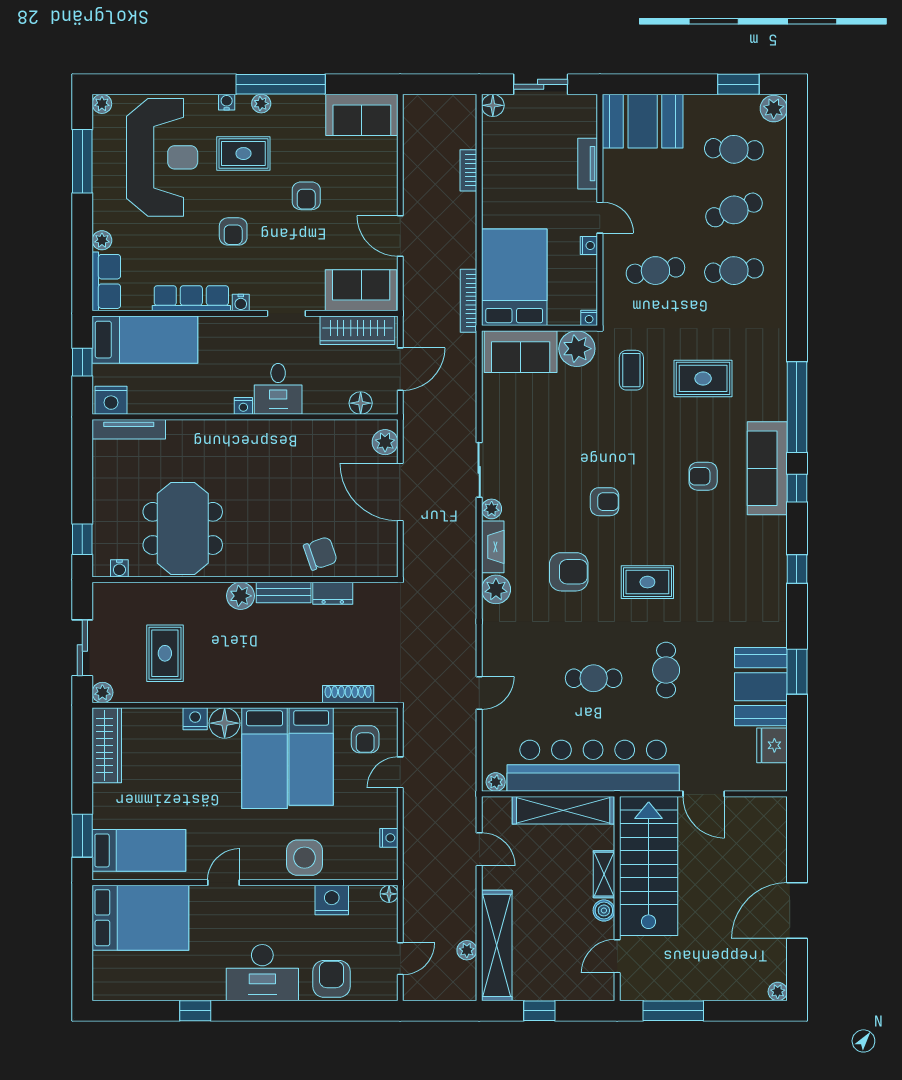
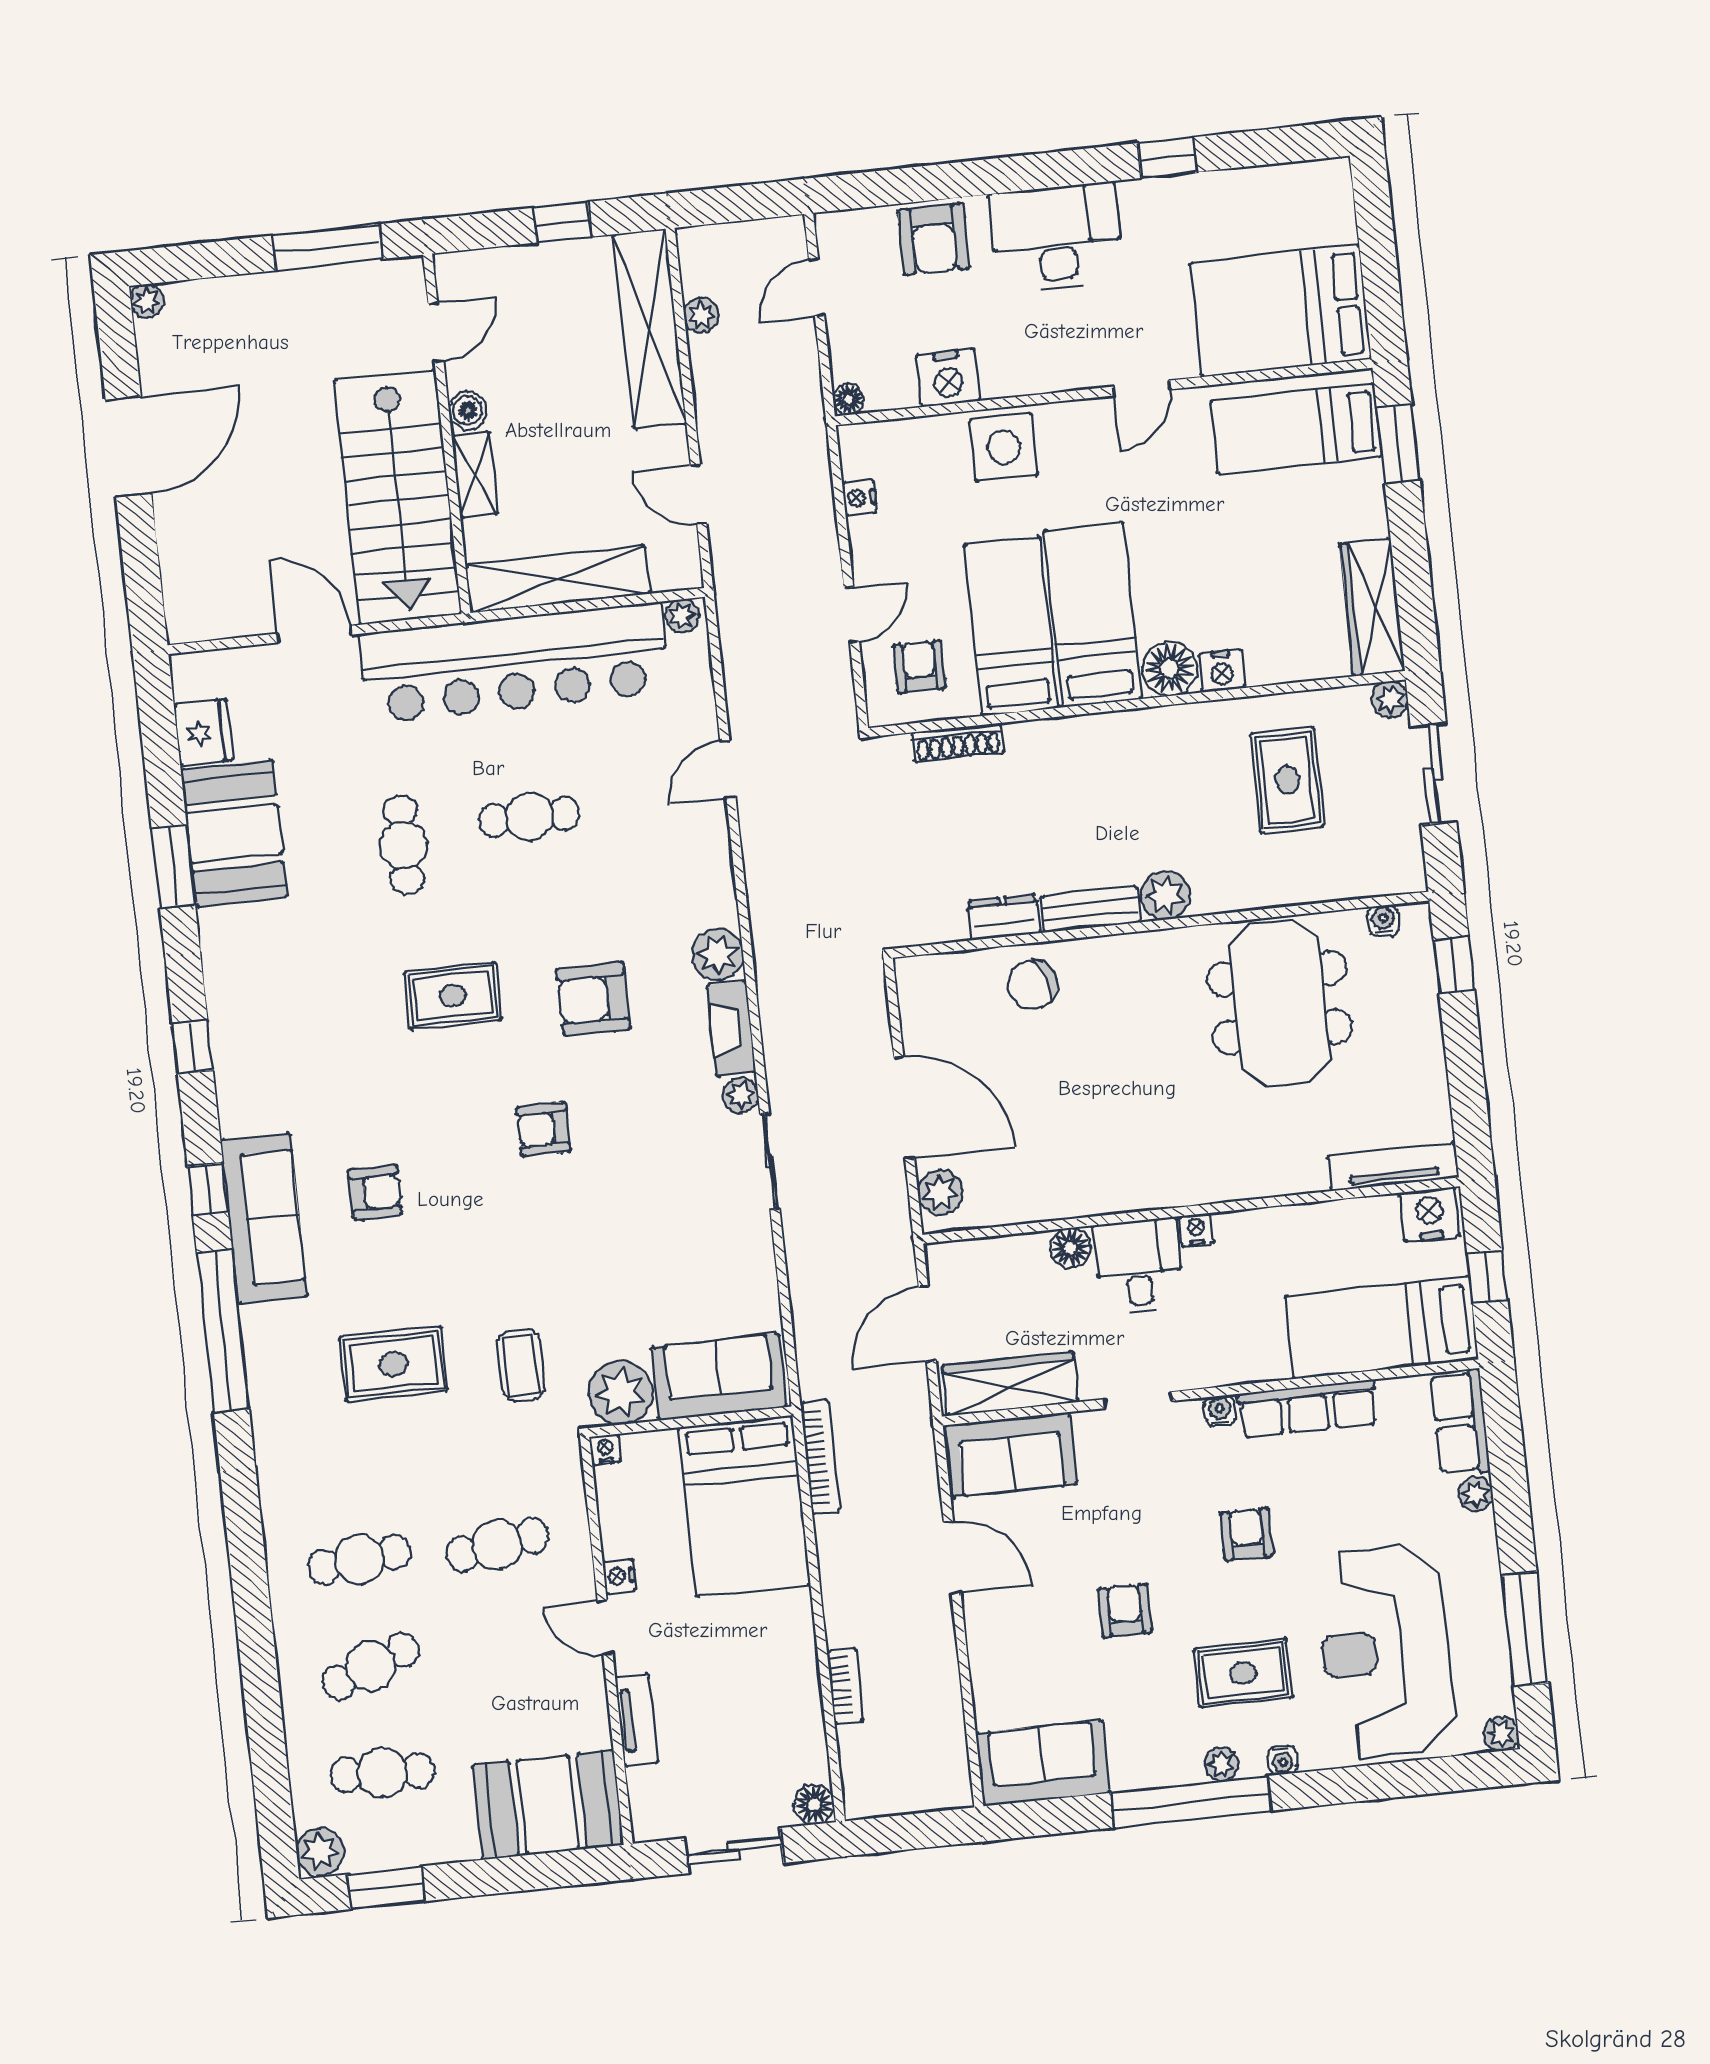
floor lamp: (361, 403) -> (1070, 1248), moved

